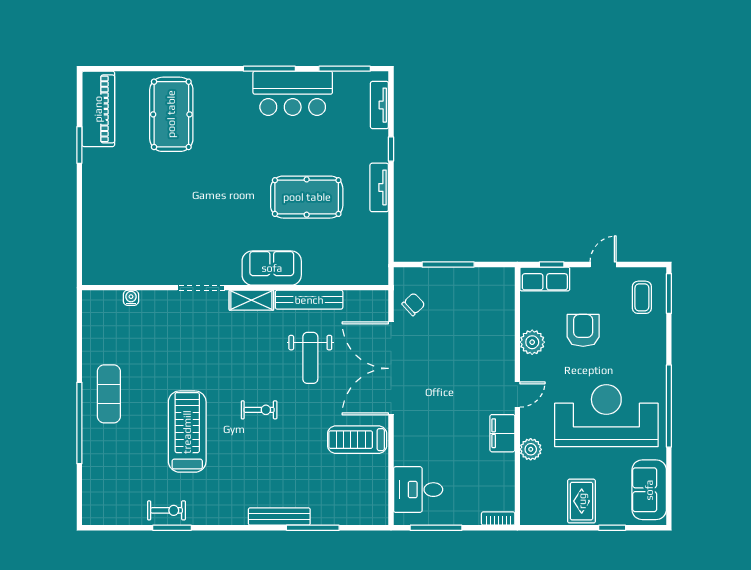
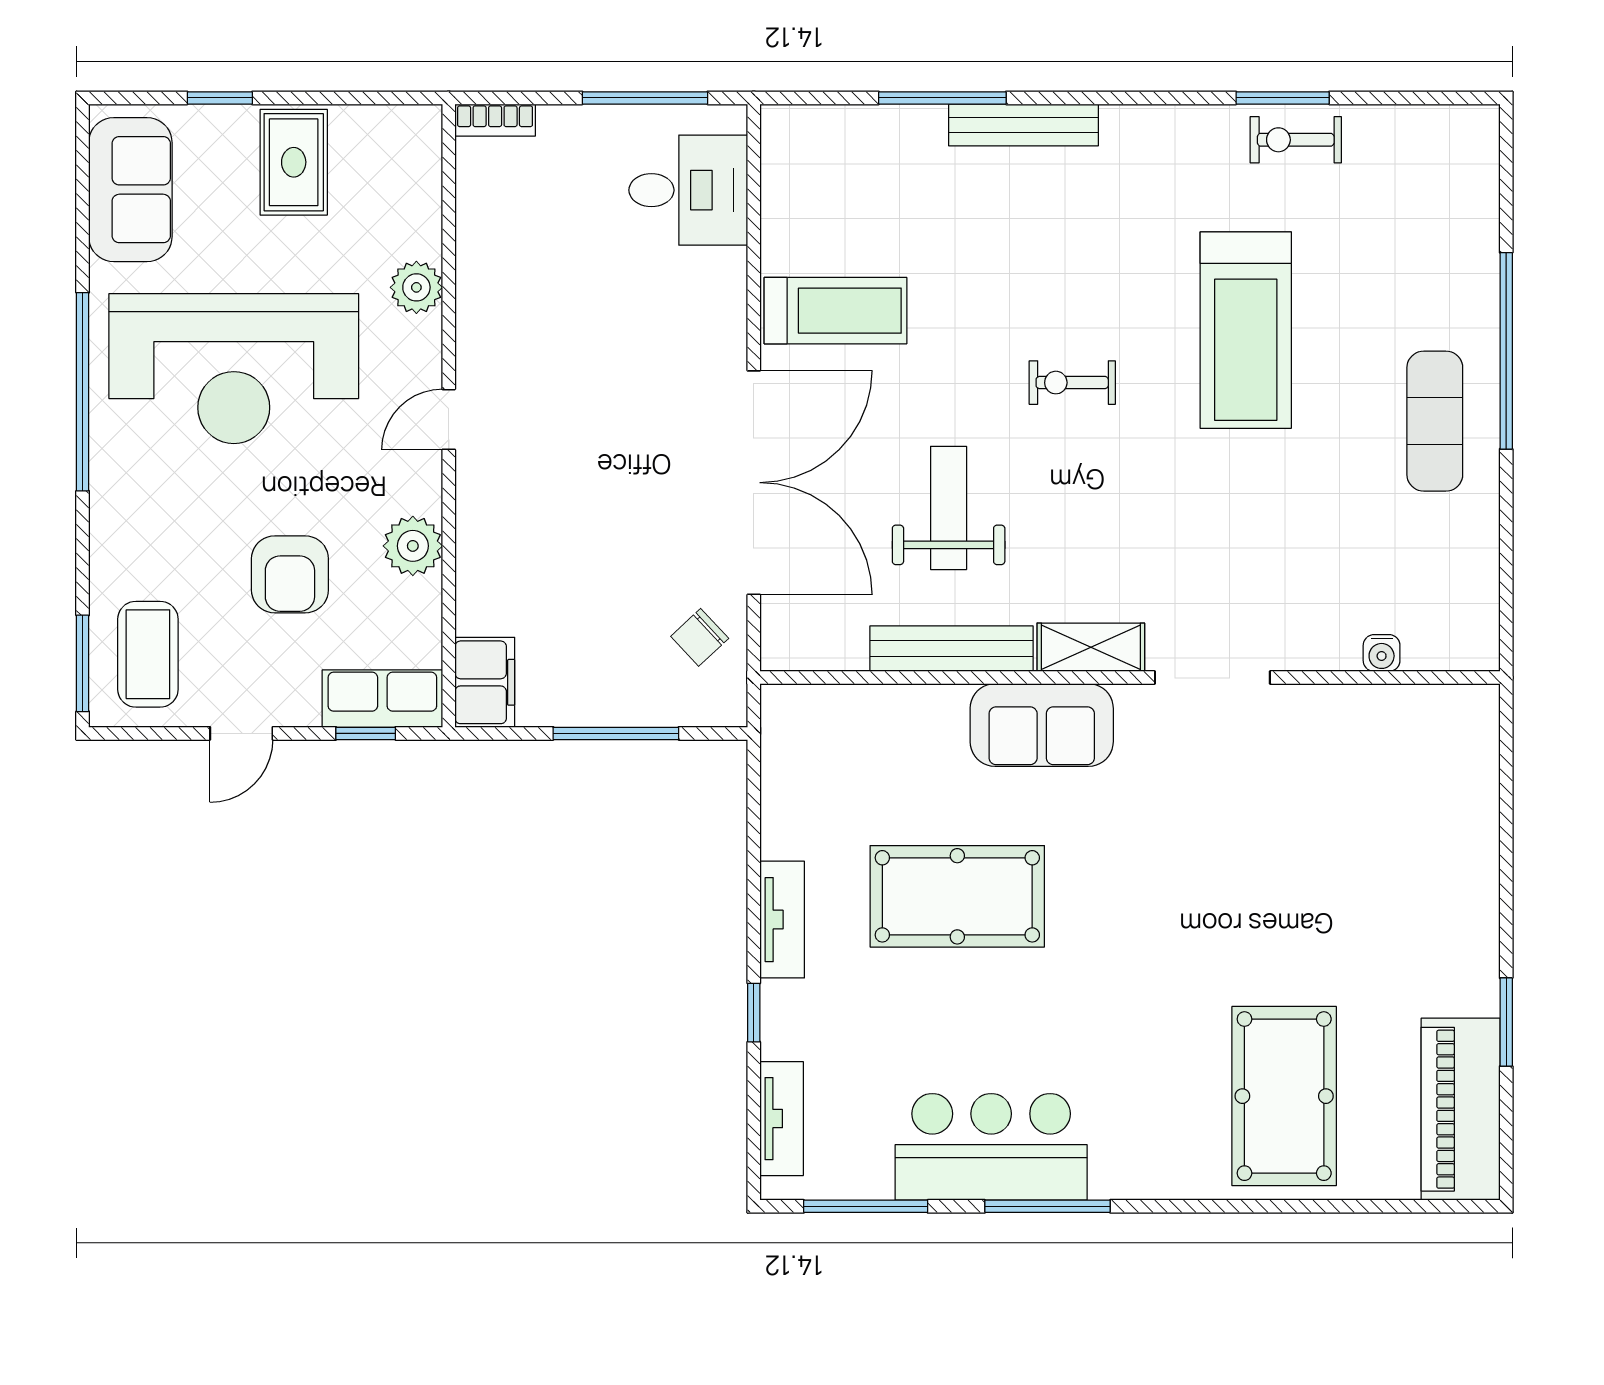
coffee table: (642, 297) -> (148, 654), width x1.36, depth x1.30
filing cabinet: (502, 433) -> (485, 682), moved

